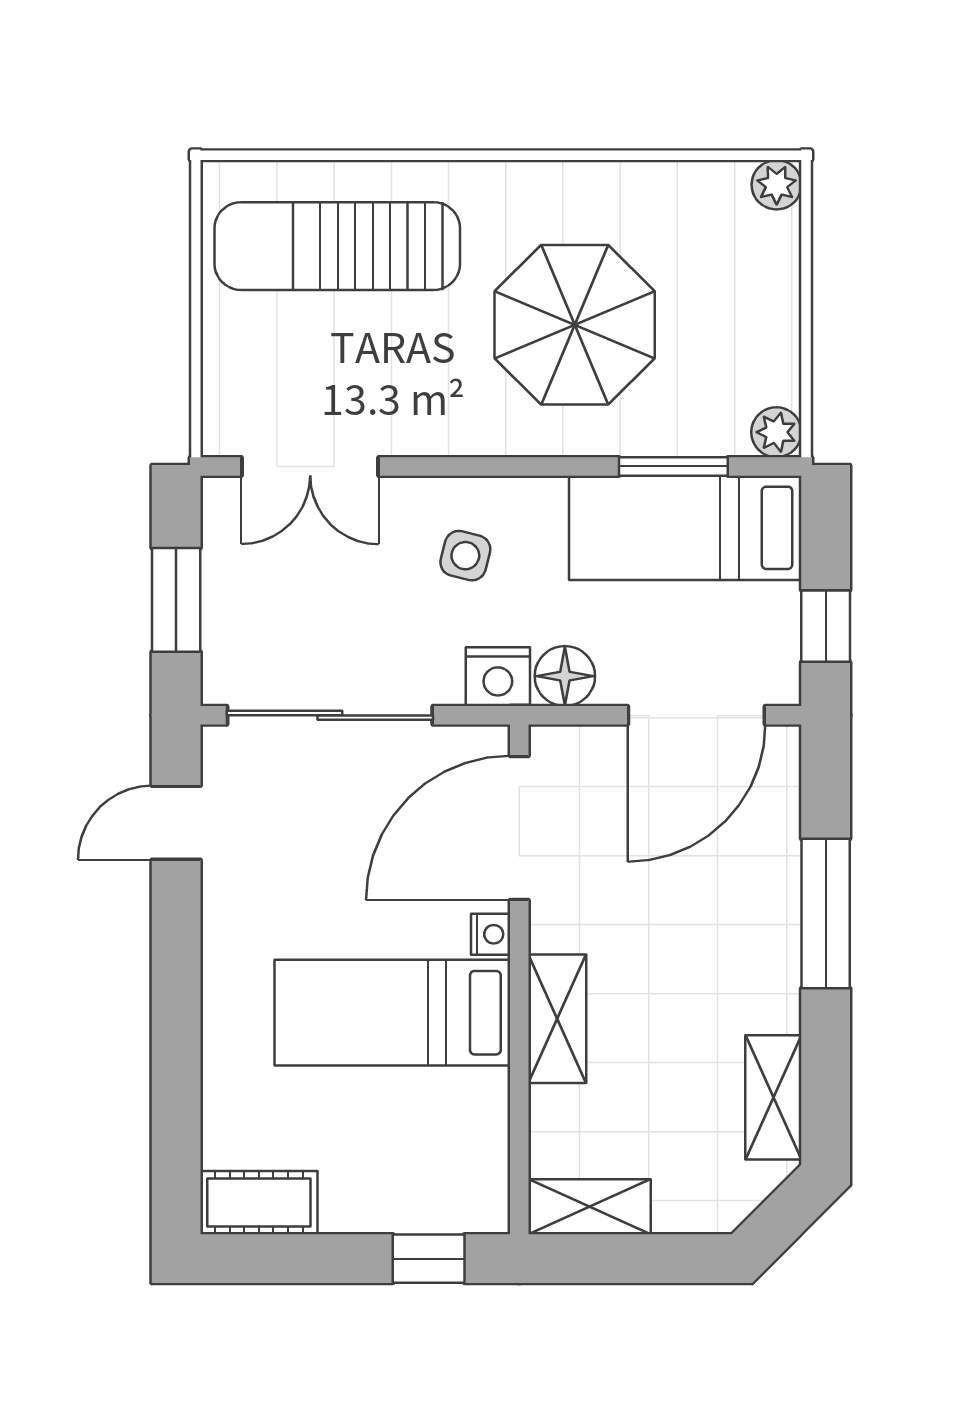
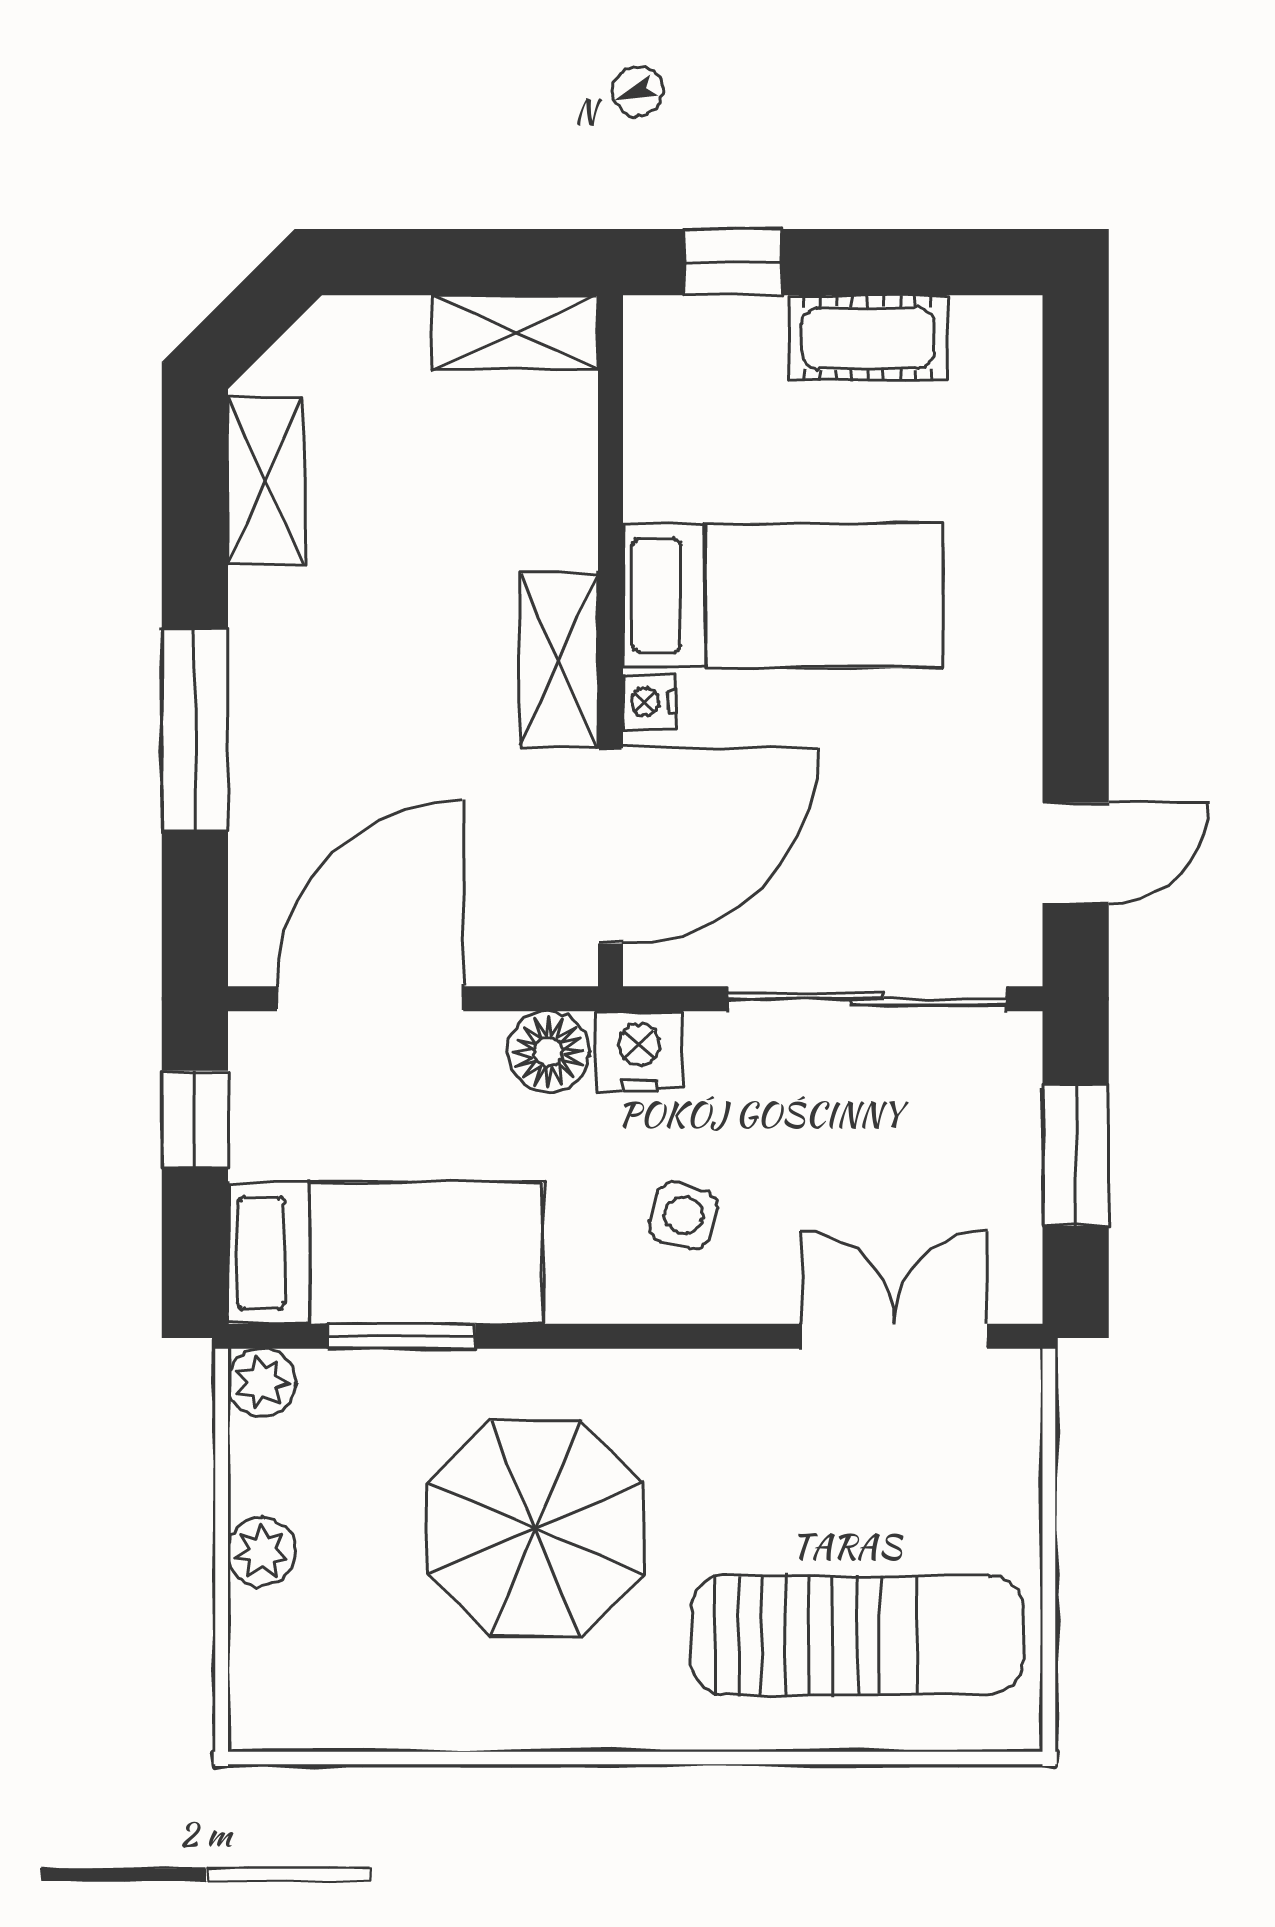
plant: (777, 185) -> (261, 1552), moved
shelving: (557, 1019) -> (559, 660), moved
cot: (259, 1203) -> (868, 338), moved

